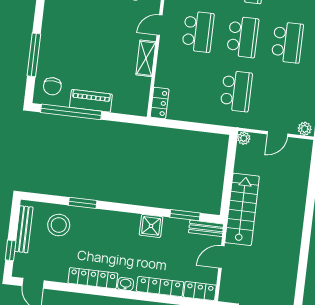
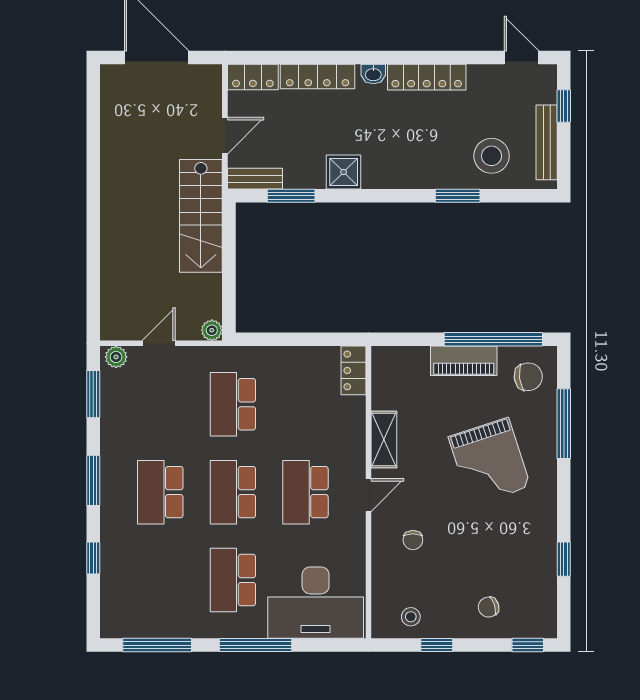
grand piano: (82, 37) -> (489, 462), added
chair: (52, 86) -> (528, 377), turned 83

